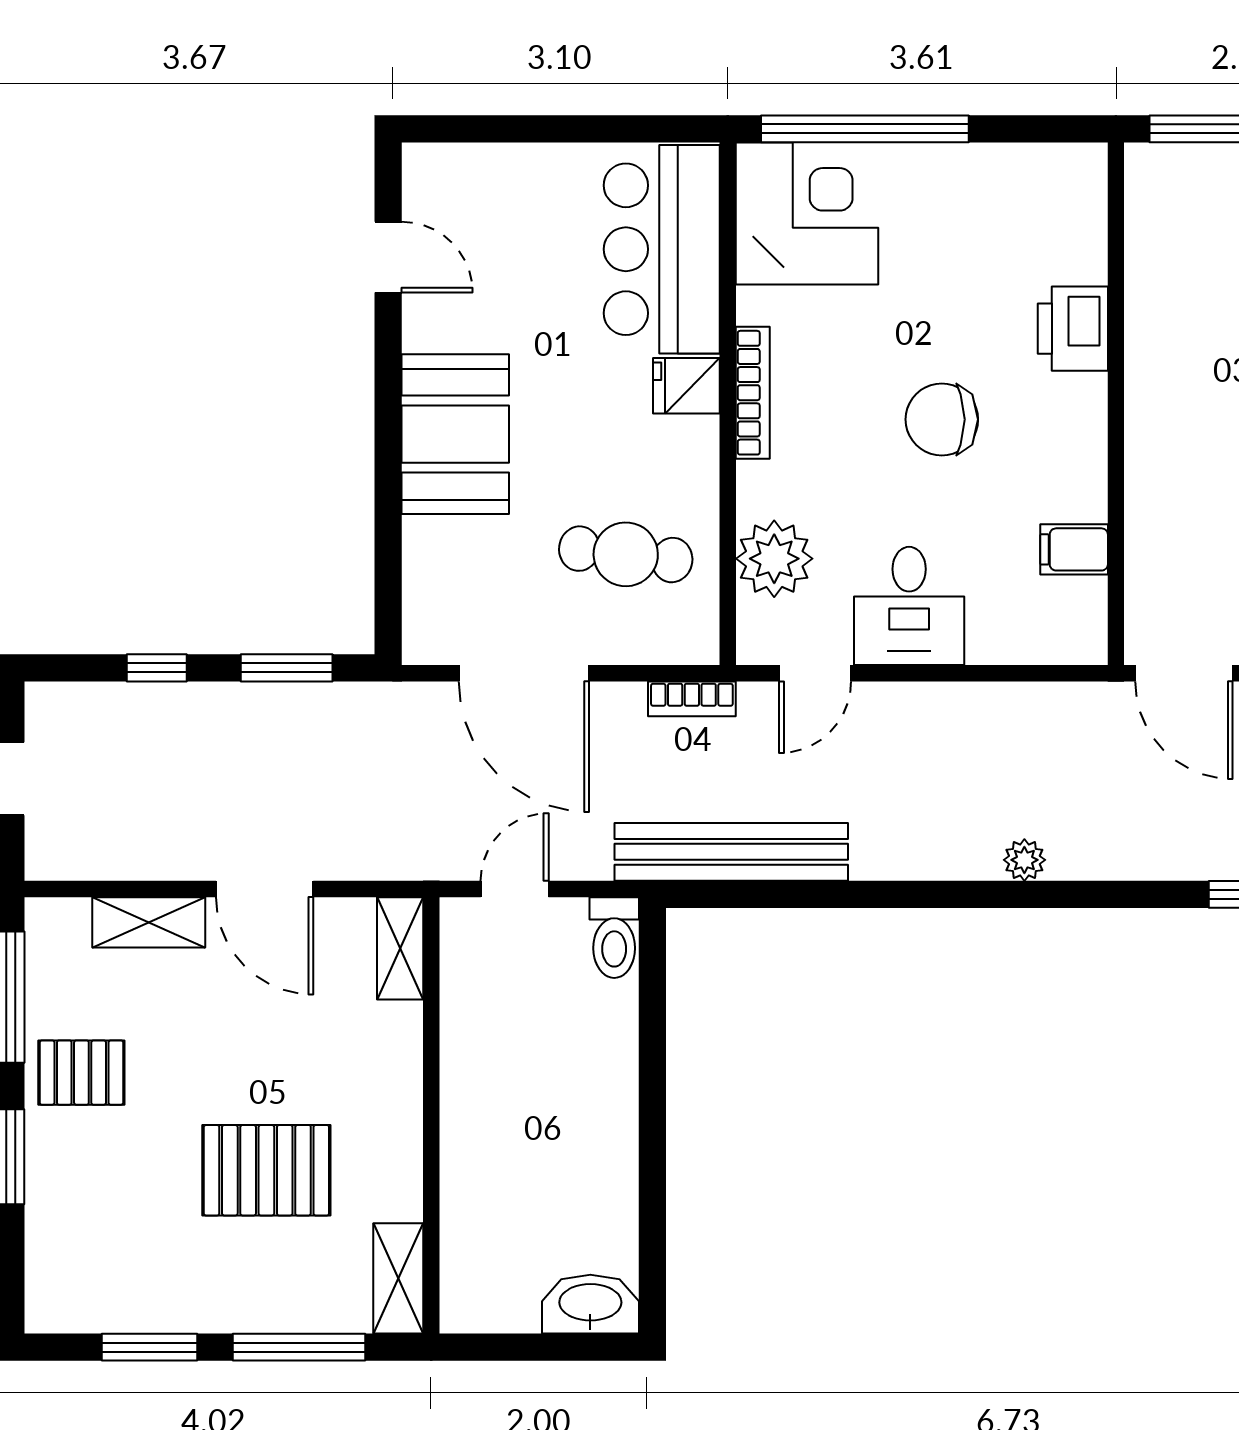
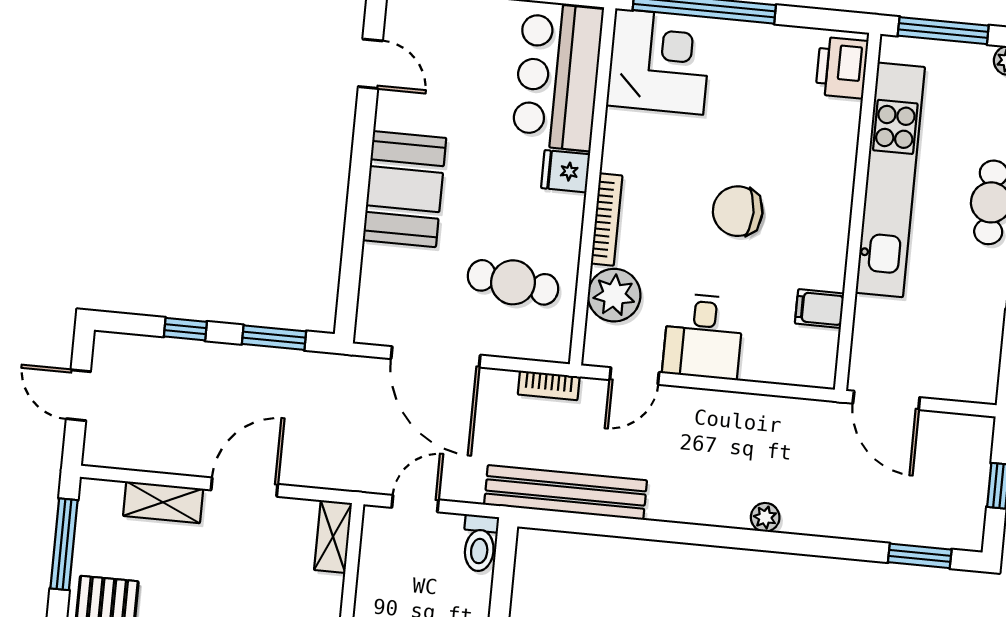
printer: (1073, 329) -> (842, 68), moved
kitchen unit: (1159, 353) -> (890, 180), added
bookcase: (753, 393) -> (607, 219), moved
door: (265, 889) -> (244, 487), swing flipped

